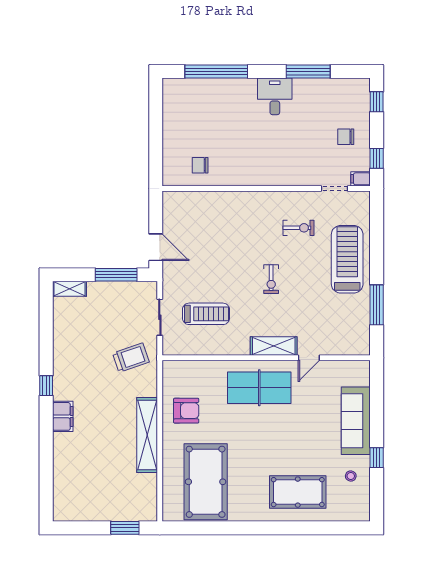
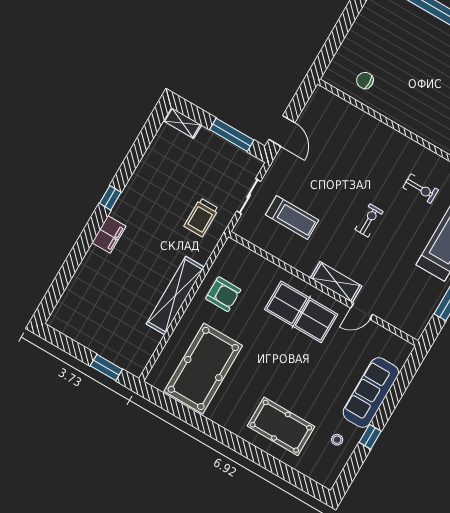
exercise bike: (271, 279) -> (369, 220), turned 180
trolley: (131, 358) -> (201, 217), turned 109

